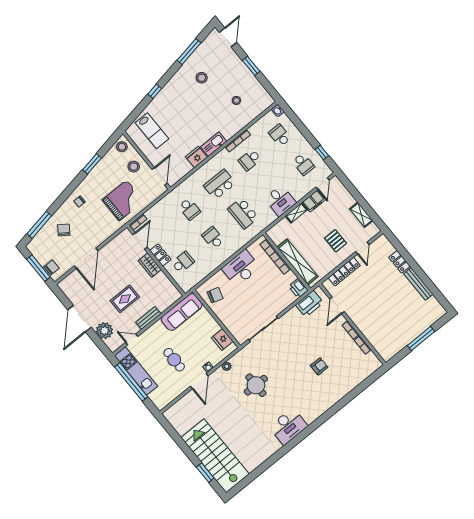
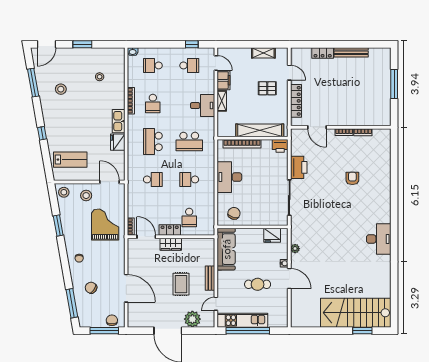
door: (228, 37) -> (46, 44), swing flipped
school desk: (183, 262) -> (189, 217), turned 180
printer: (309, 304) -> (299, 167), moved
round table: (256, 385) -> (327, 238), removed

